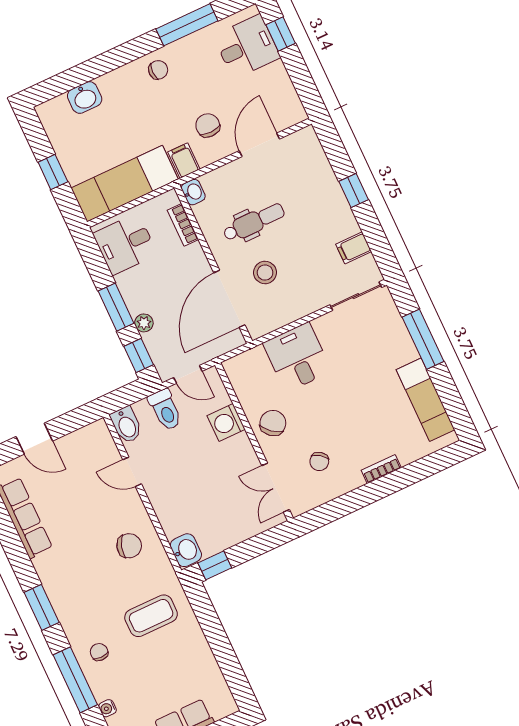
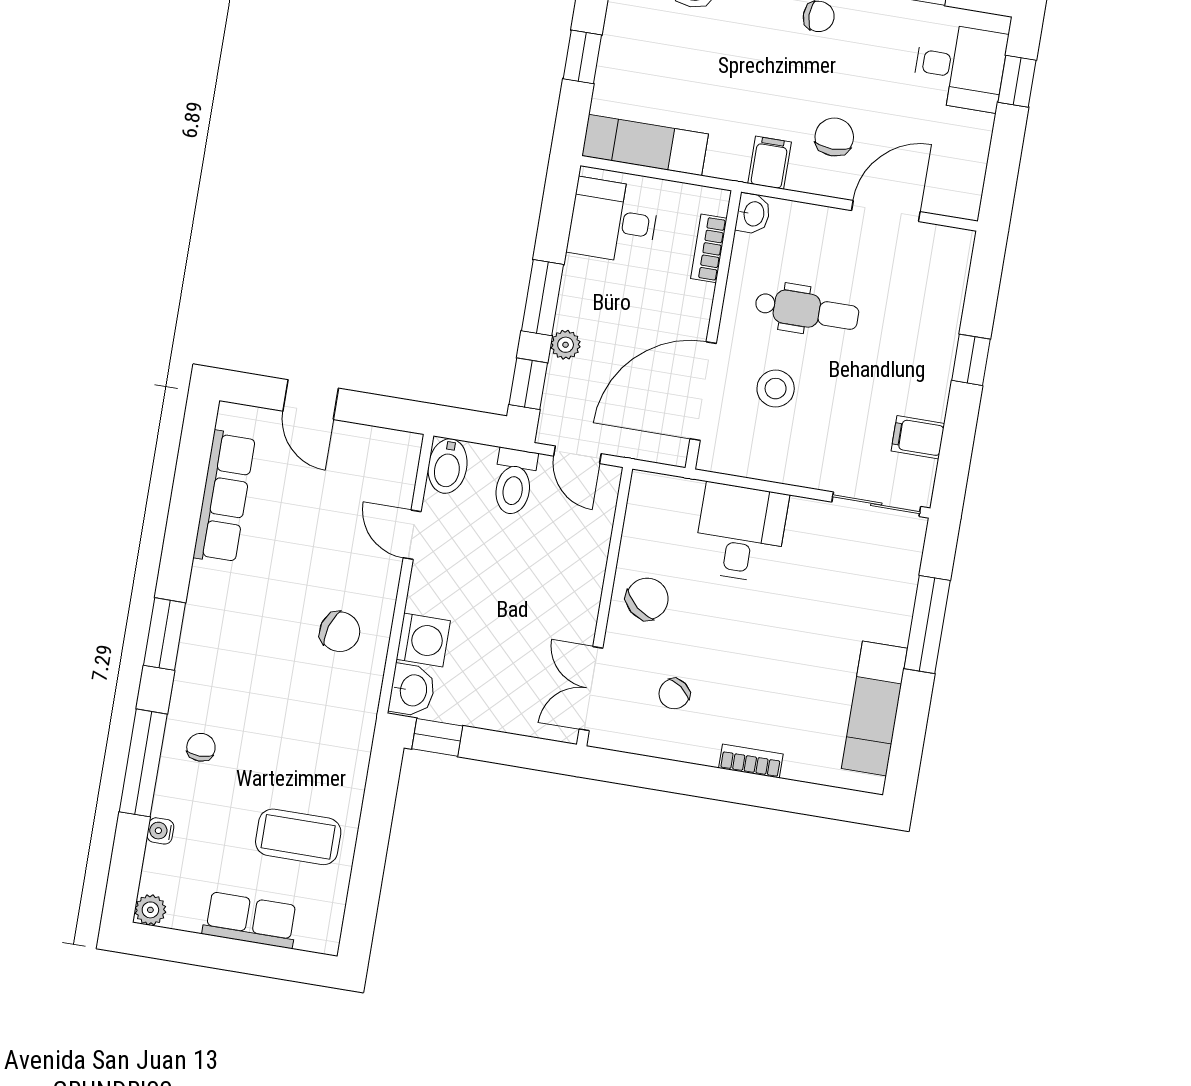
exam couch: (125, 184) -> (645, 145), width x0.73, depth x0.69
washing machine: (226, 423) -> (423, 640), moved, turned 180
coffee table: (151, 616) -> (298, 837), moved

